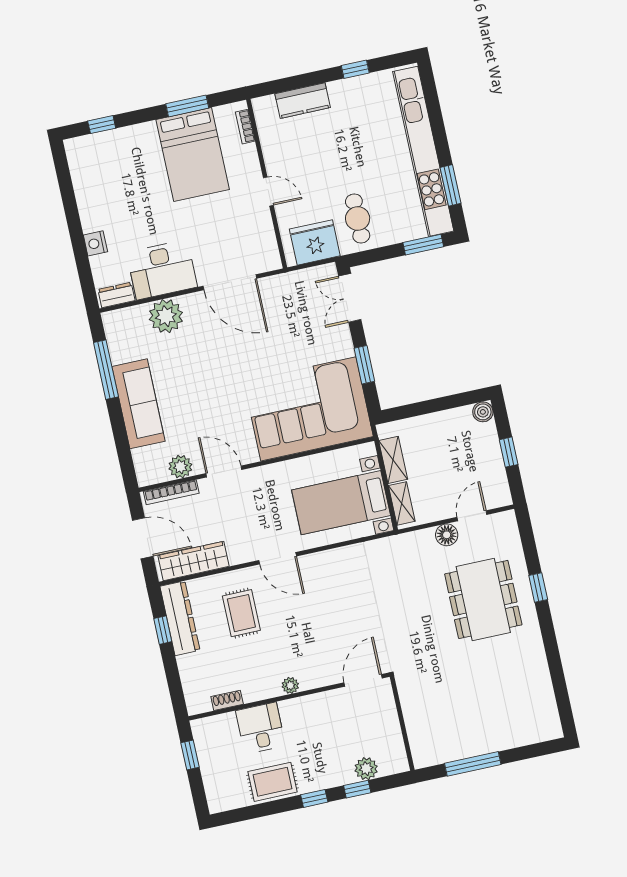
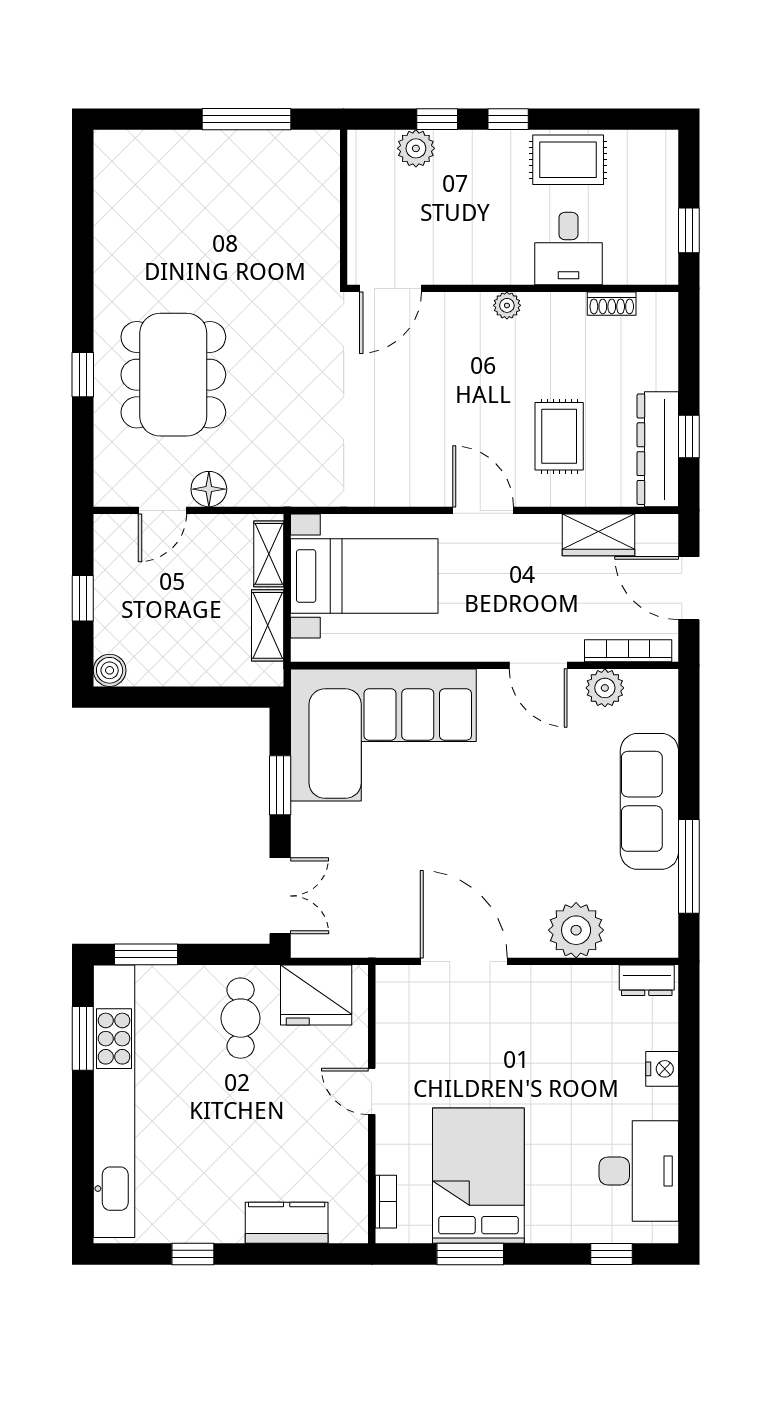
desk: (162, 270) -> (639, 1171), moved, turned 90
wardrobe: (194, 561) -> (599, 535), width x0.67

